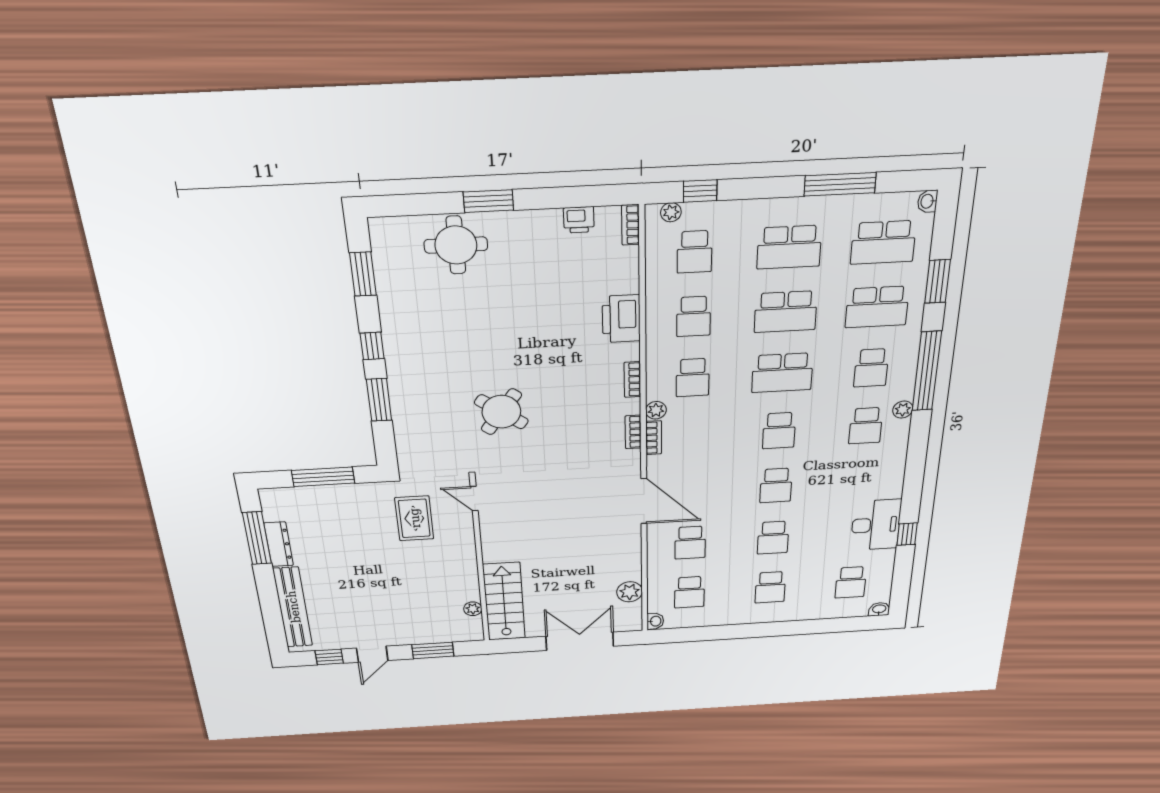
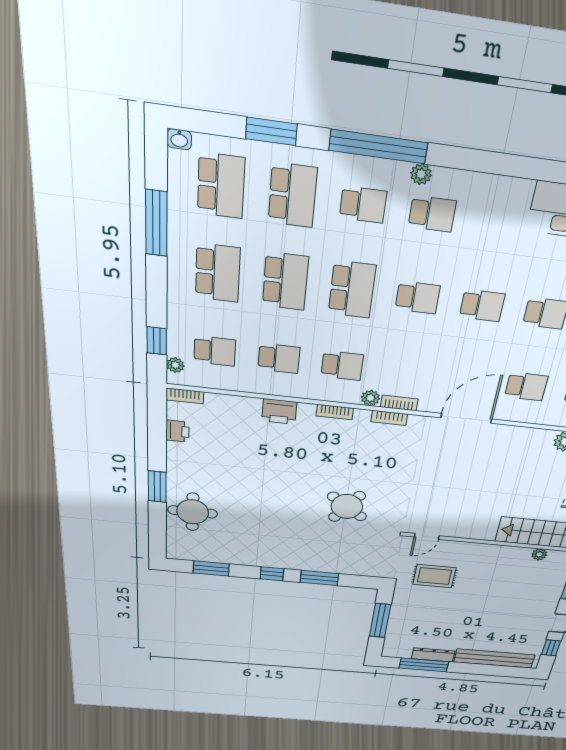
printer: (621, 319) -> (279, 412), width x0.73, depth x0.84

